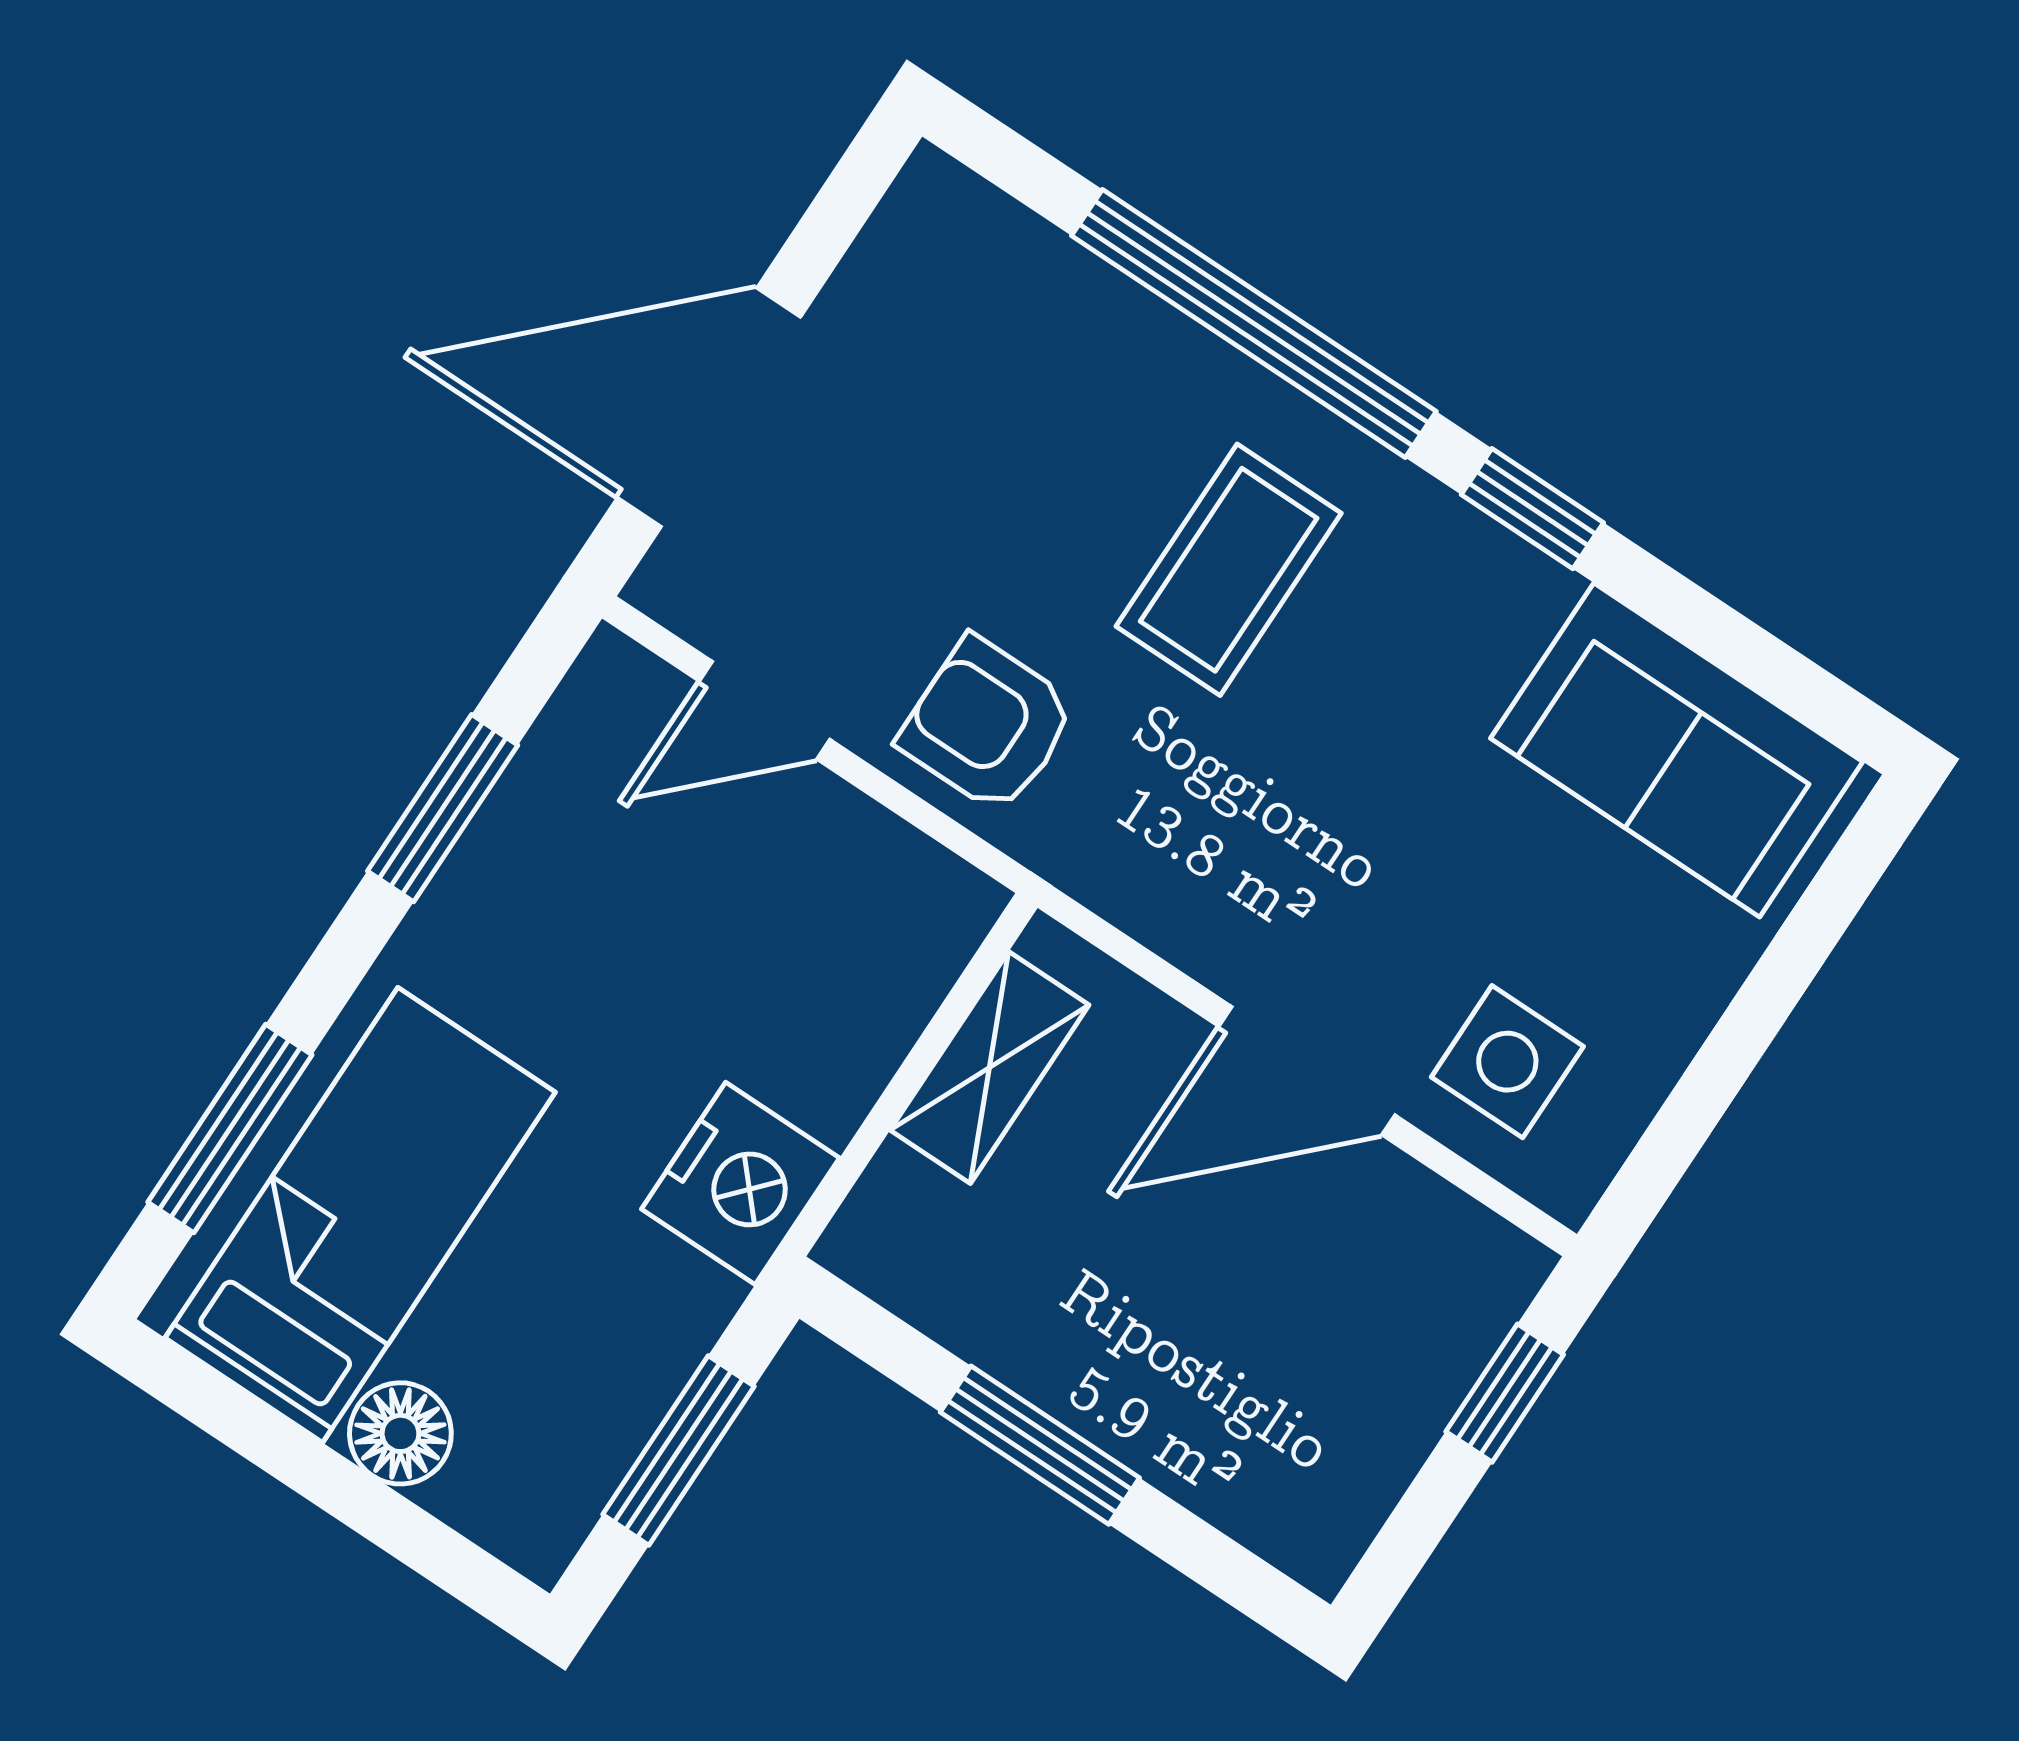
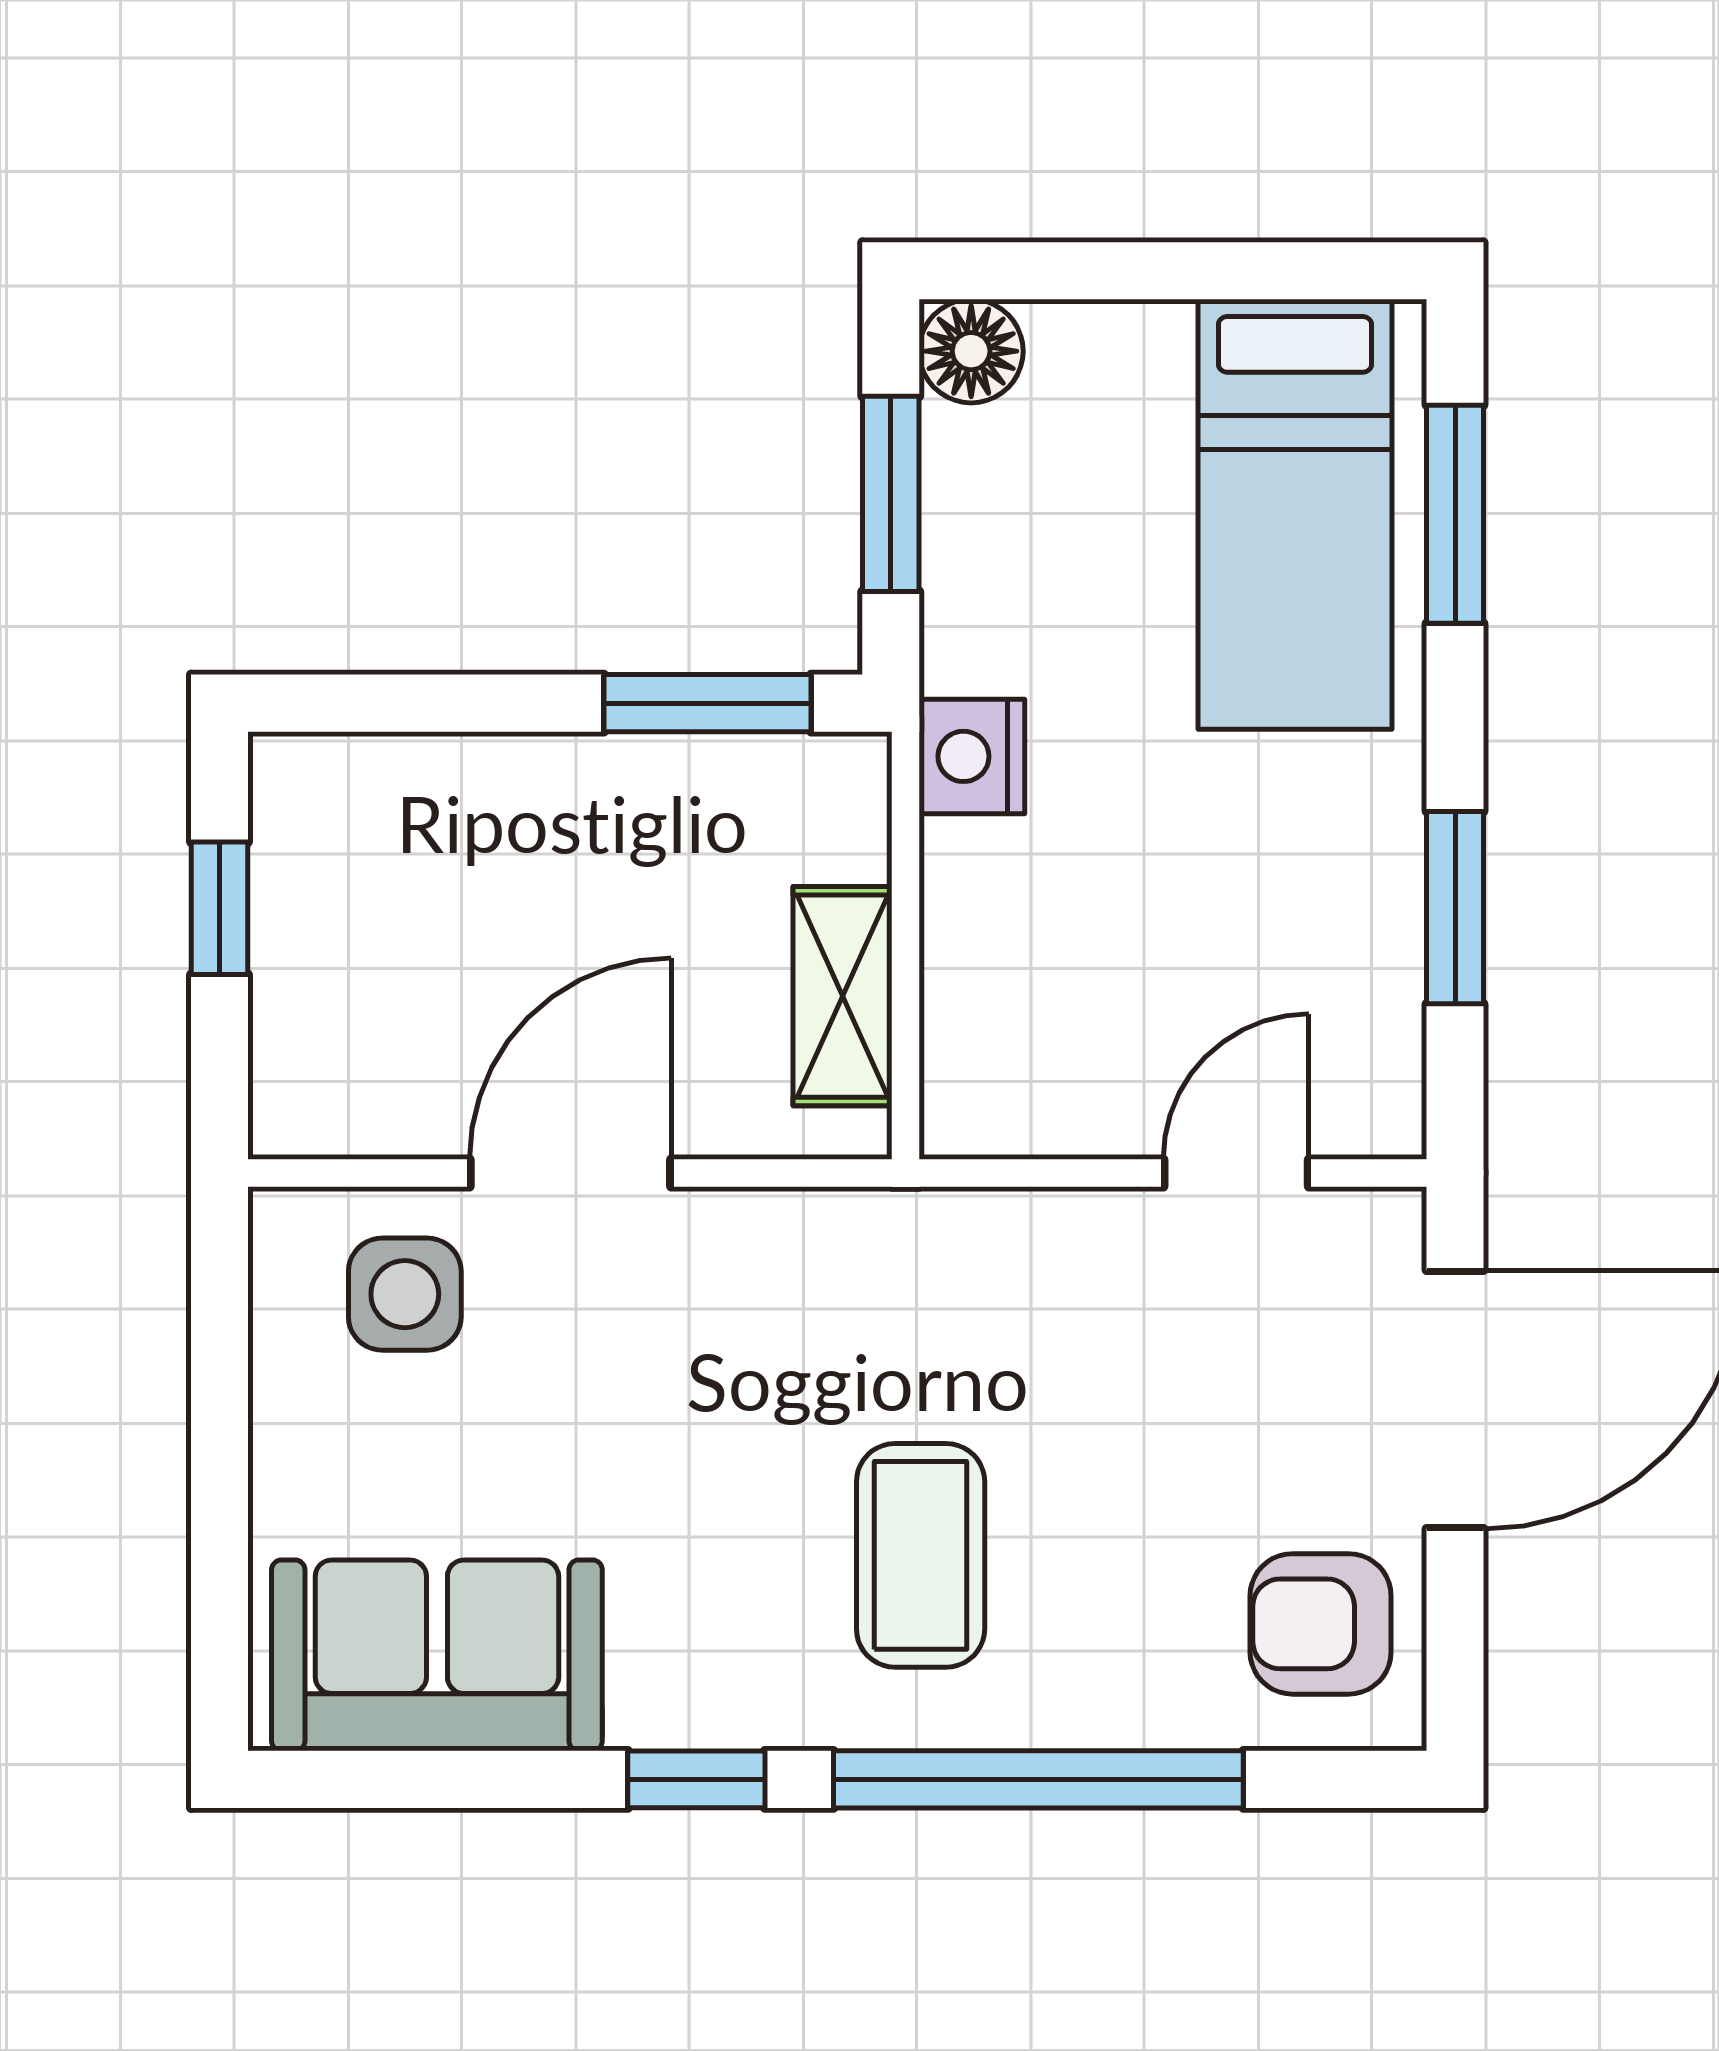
armchair: (988, 725) -> (1321, 1624), moved, turned 180
nightstand: (740, 1183) -> (972, 756), width x0.74, depth x0.75
window: (1505, 1393) -> (219, 908), moved
floor lamp: (400, 1433) -> (971, 351), moved
window: (1040, 1445) -> (707, 703), moved

